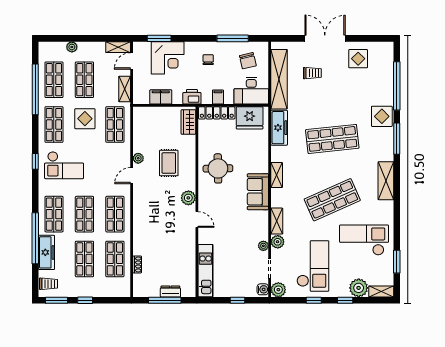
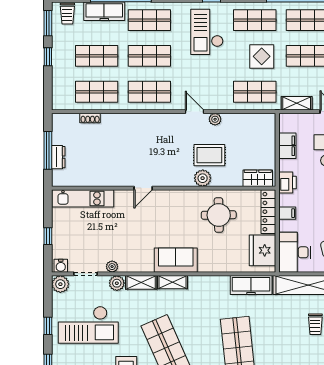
round table: (218, 168) -> (219, 215), moved
shelving: (277, 175) -> (173, 282), moved
plant: (188, 198) -> (203, 178), moved

